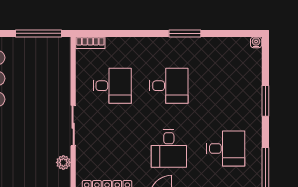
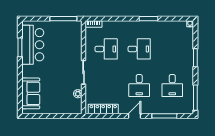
desk: (226, 149) -> (172, 86), turned 90

